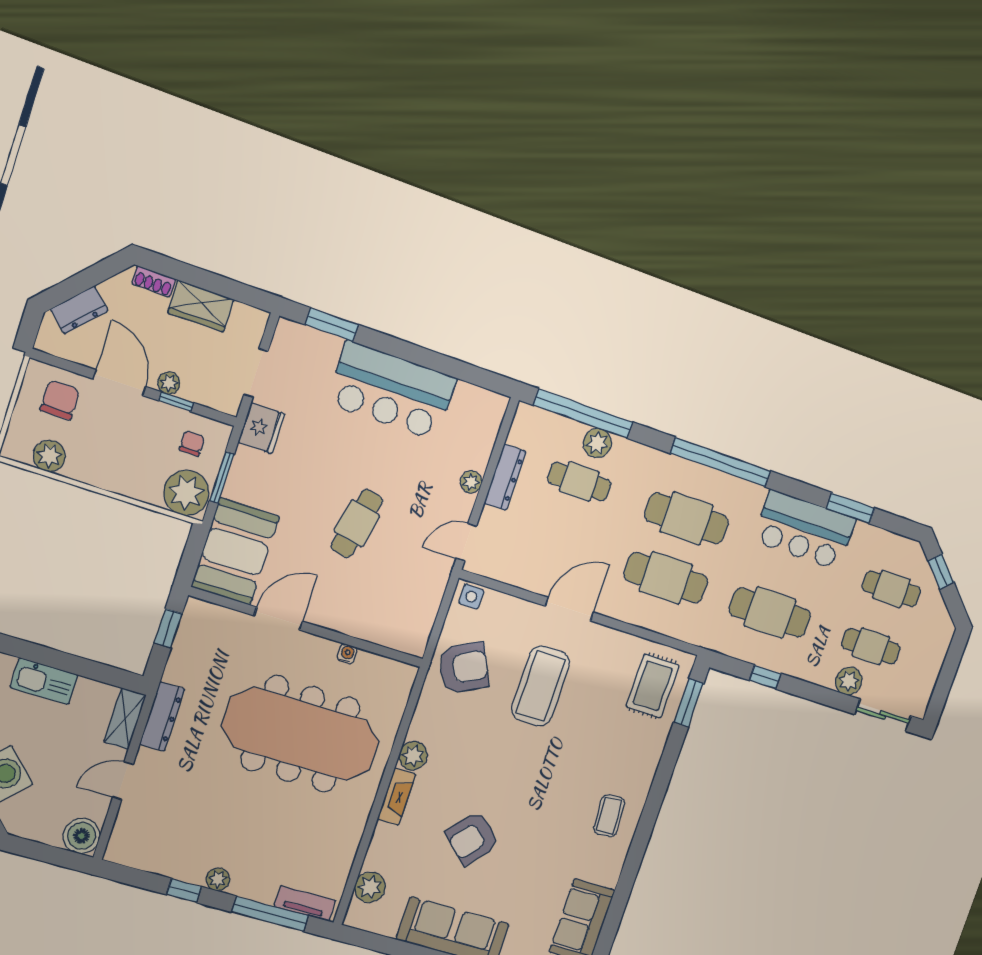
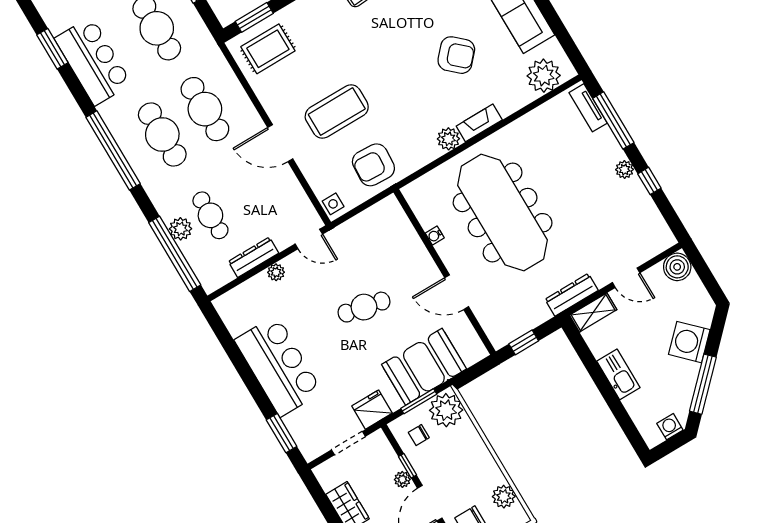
booth: (235, 552) -> (424, 367), moved
armchair: (464, 668) -> (373, 165), turned -60
plant: (370, 887) -> (544, 76), width x1.36, depth x1.36

